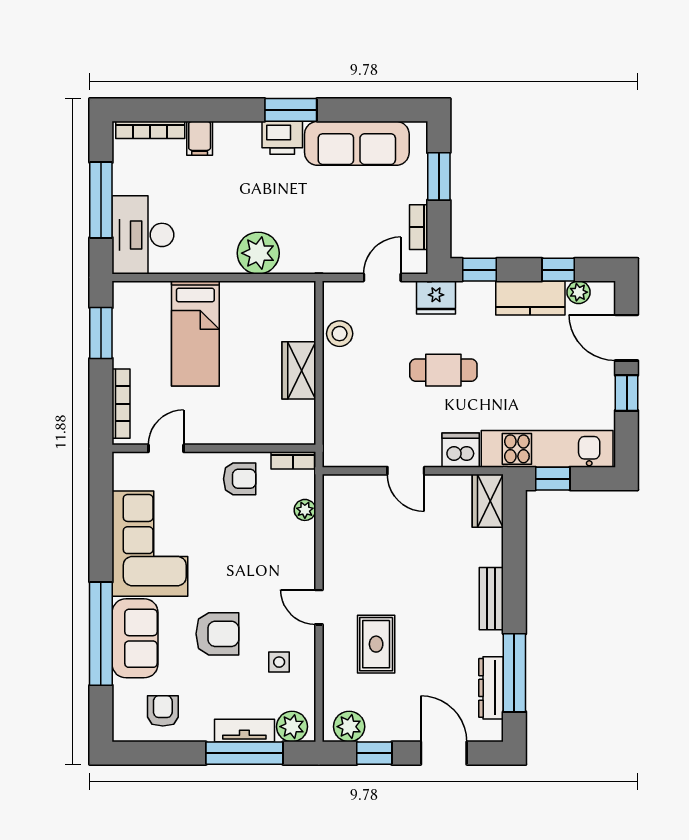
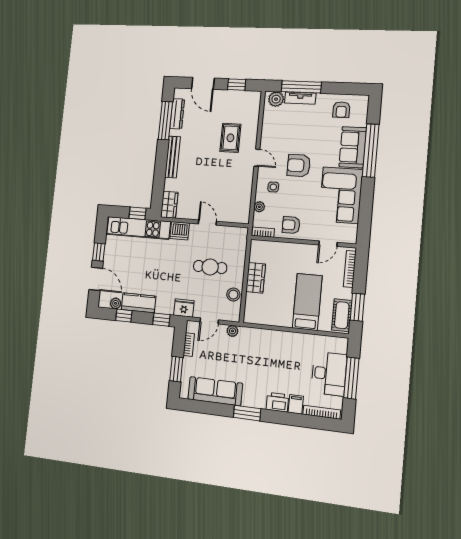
printer: (282, 138) -> (277, 402), moved
desk: (143, 235) -> (329, 374), moved
plant: (258, 253) -> (232, 331), moved, width x0.53, depth x0.53
cot: (128, 315) -> (342, 315), added
cafe table: (443, 370) -> (210, 267), moved
bench: (491, 599) -> (173, 157), width x1.36
armchair: (217, 634) -> (299, 165), moved
side table: (279, 662) -> (273, 187), moved
plant: (349, 727) -> (248, 98), removed

